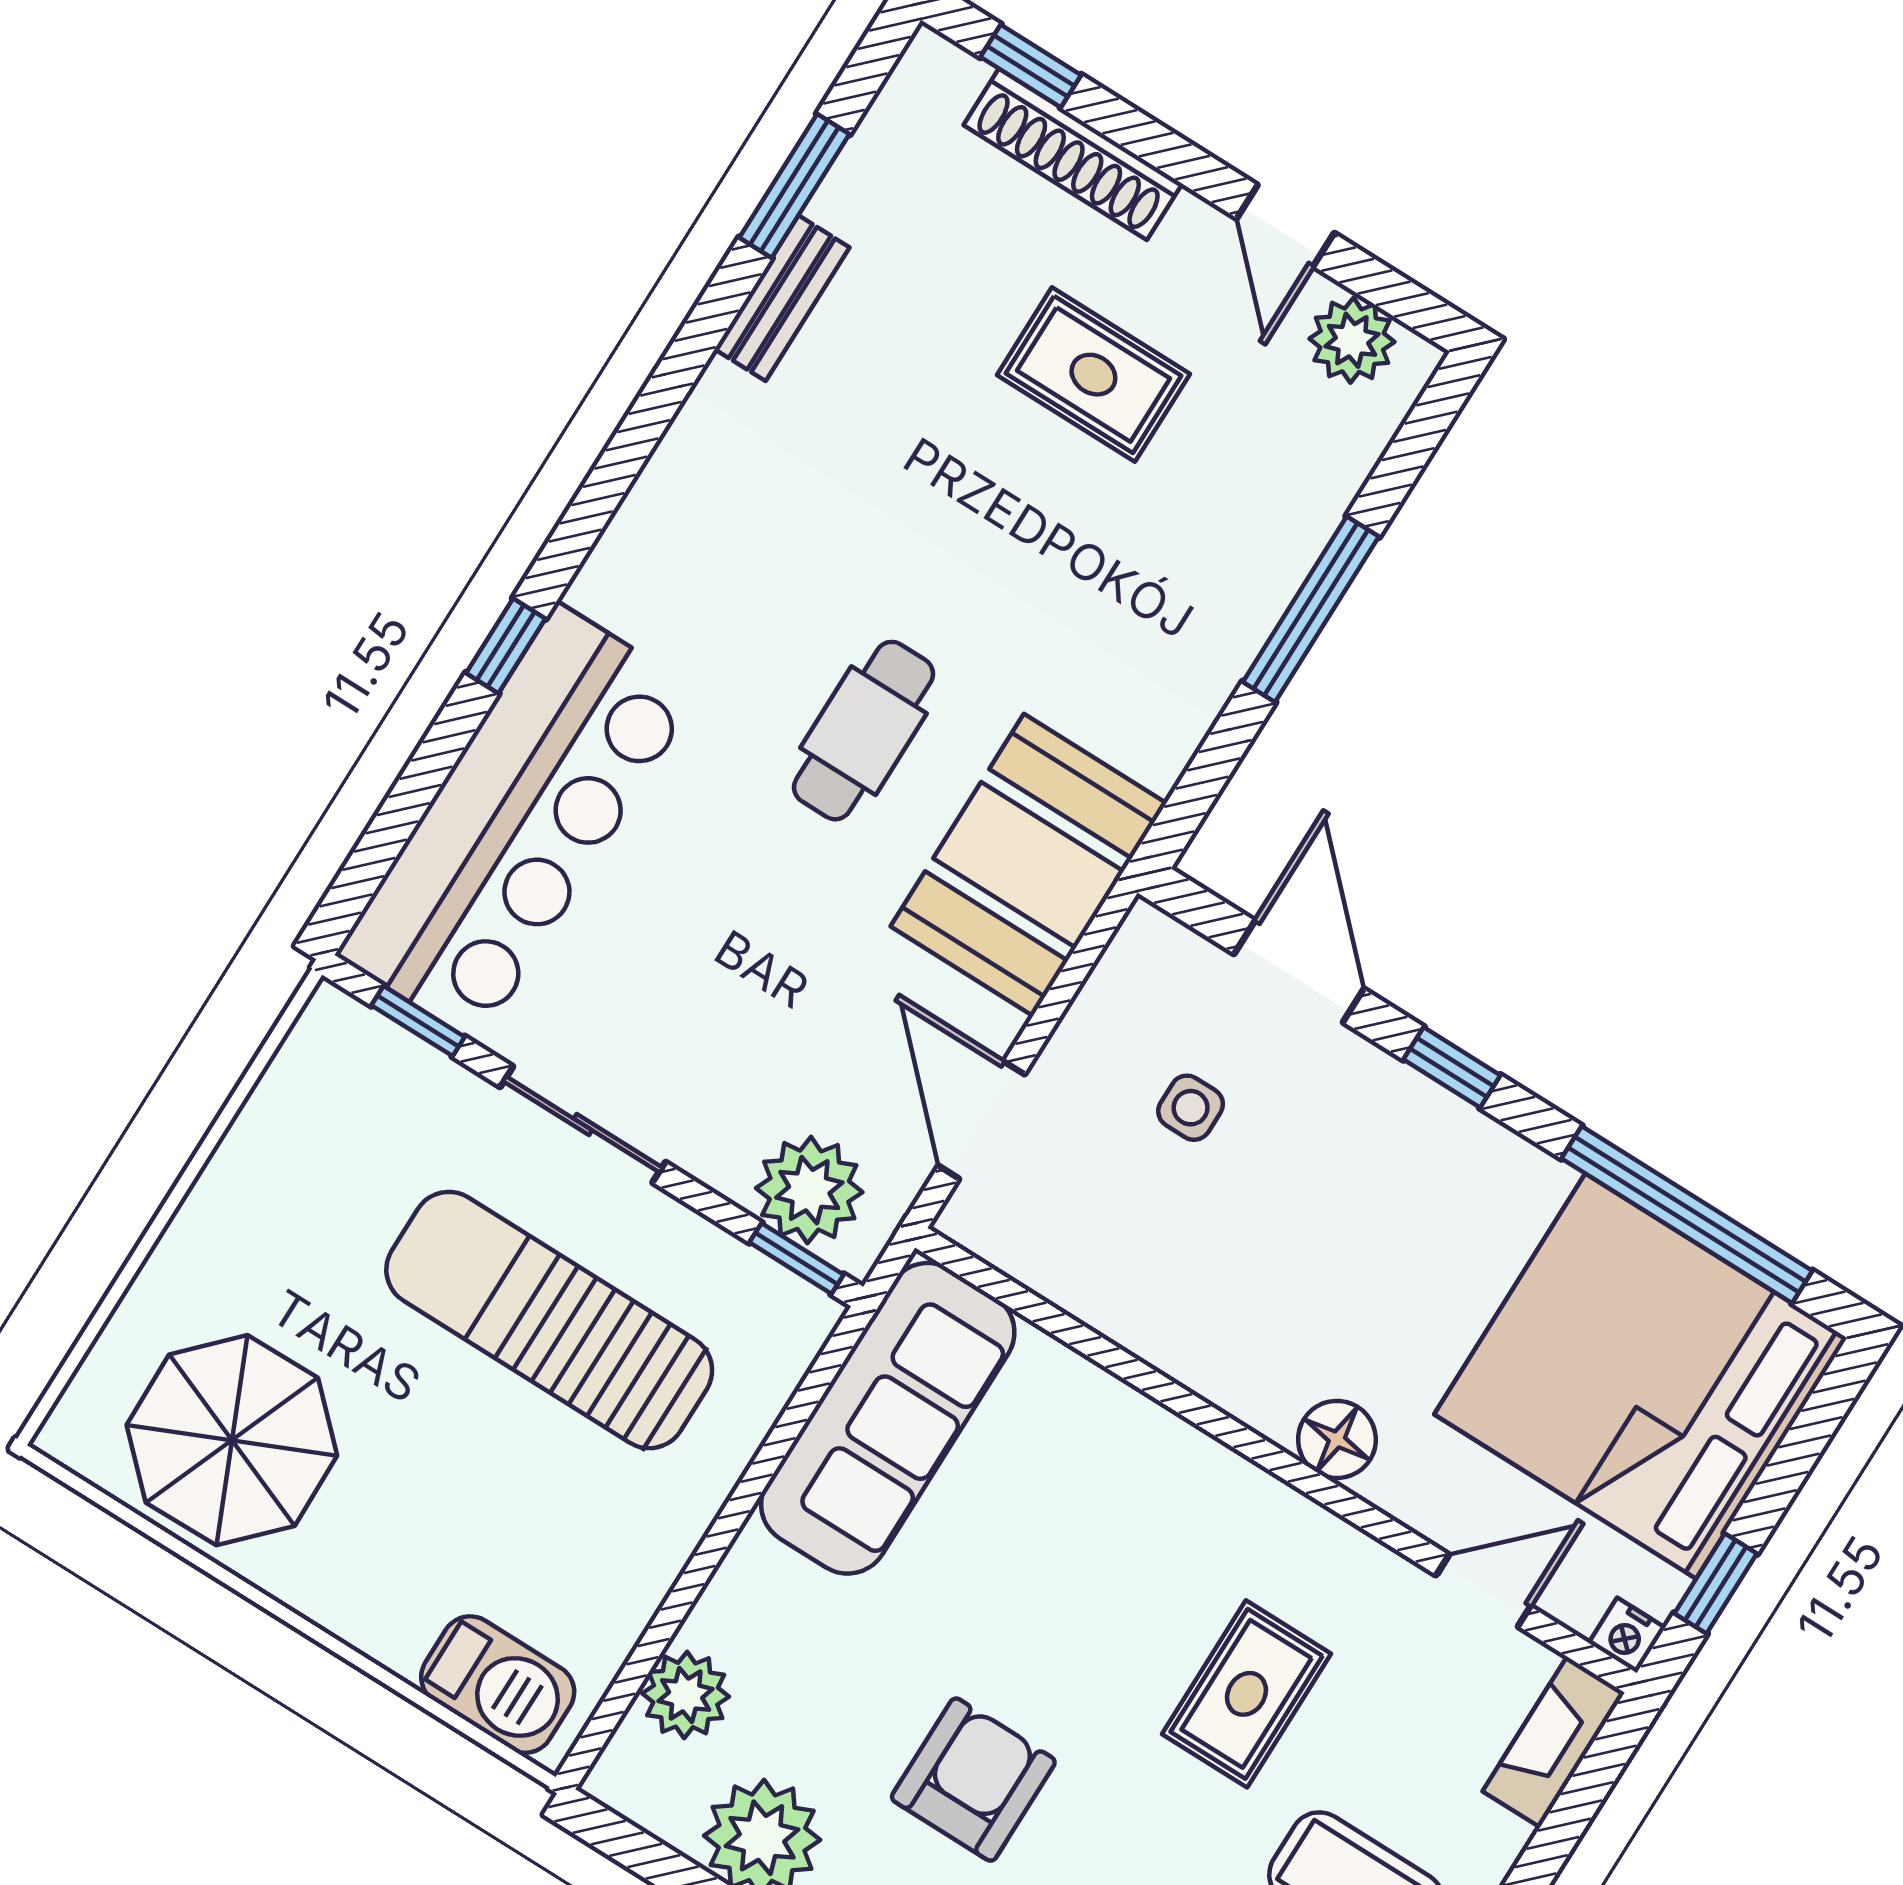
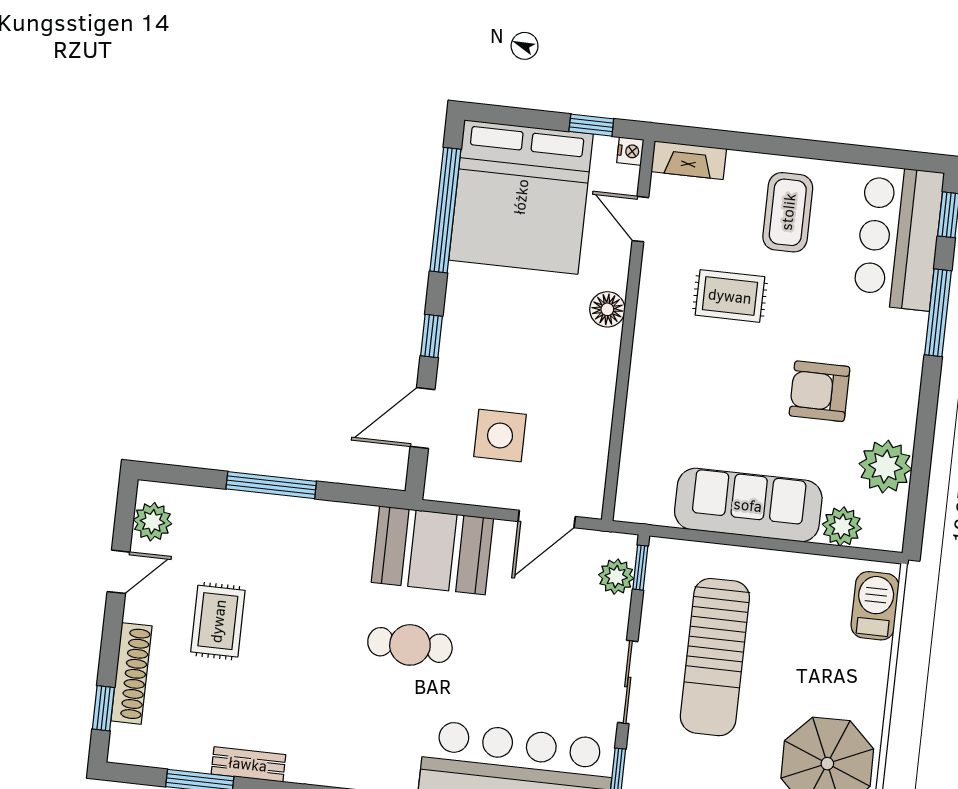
side table: (1191, 1108) -> (500, 435), width x1.87, depth x1.87
plant: (809, 1190) -> (616, 577), width x0.73, depth x0.73
sofa: (888, 1418) -> (748, 505), moved

